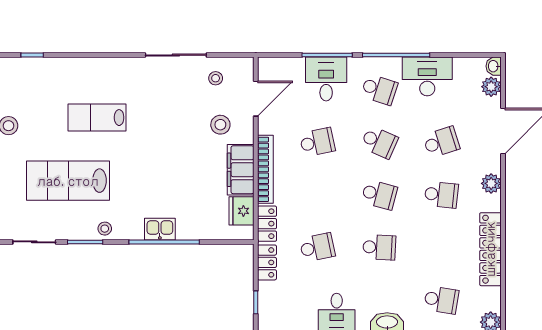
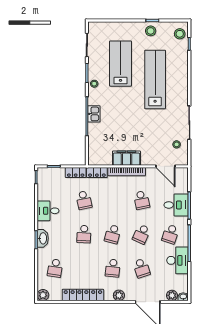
lab bench: (97, 118) -> (155, 79), width x1.86, depth x1.39
stool: (220, 125) -> (180, 34), moved
fridge: (241, 211) -> (104, 159), removed

